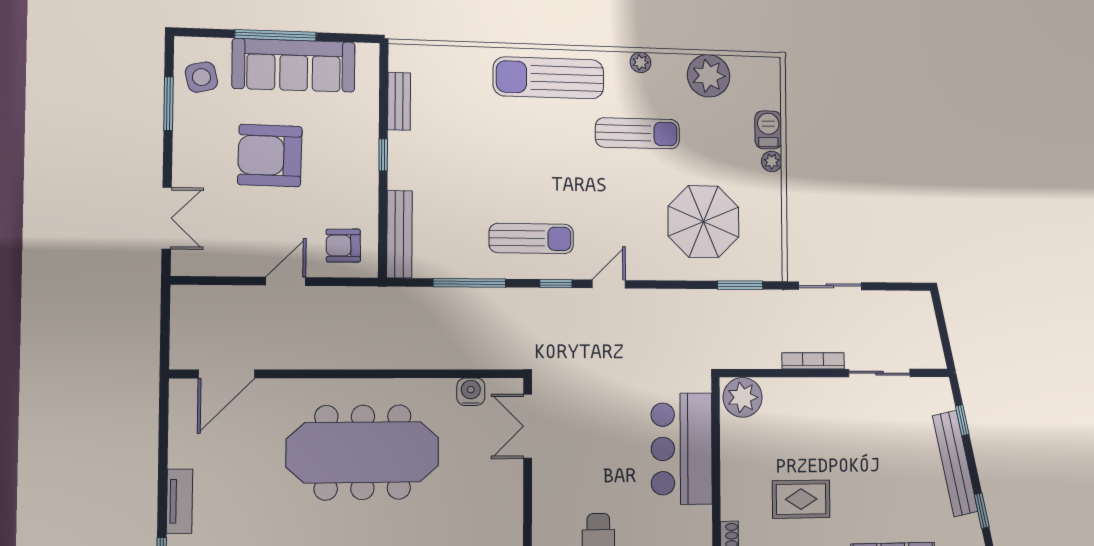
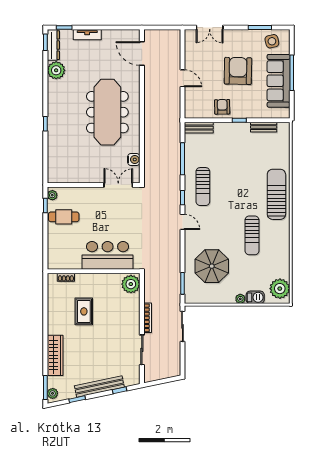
plant: (641, 62) -> (285, 237), removed
plant: (709, 76) -> (280, 289), moved
bench: (399, 234) -> (199, 128), width x0.73
armchair: (343, 246) -> (222, 107), moved

